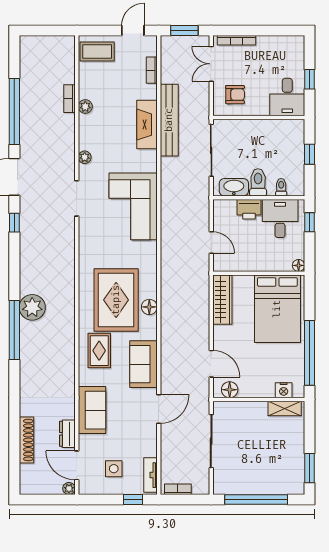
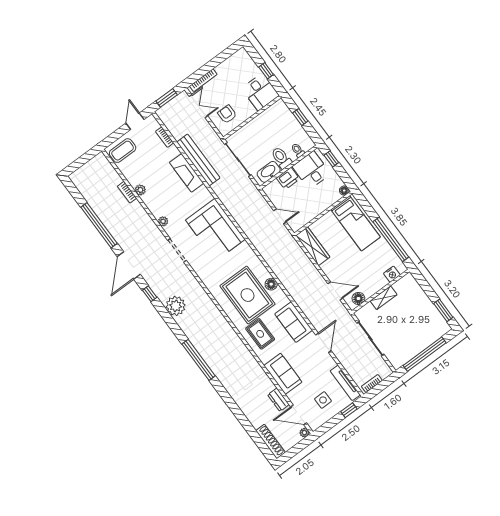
double door: (211, 64) -> (198, 106), swing flipped
armchair: (235, 95) -> (227, 114), turned -90
plant: (32, 307) -> (176, 306), moved
bed: (277, 309) -> (356, 223), width x0.67
shelving: (285, 409) -> (384, 298), moved
shoe rack: (26, 440) -> (270, 441), moved
tv unit: (150, 475) -> (345, 383), width x1.41

